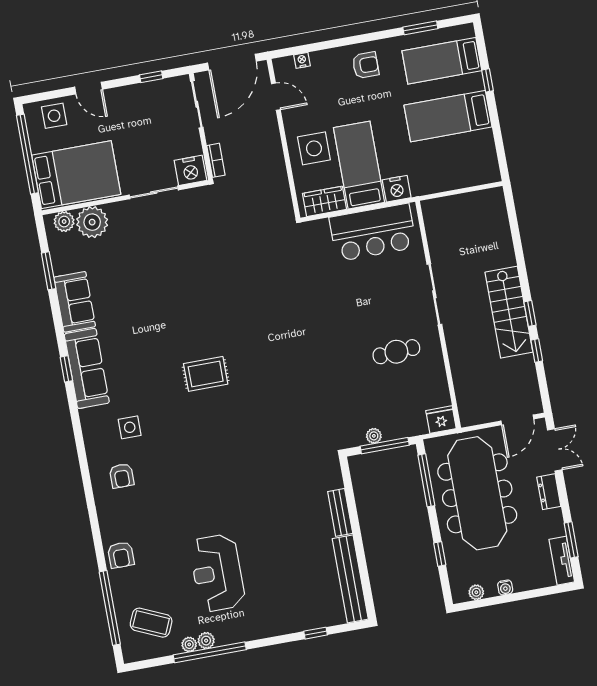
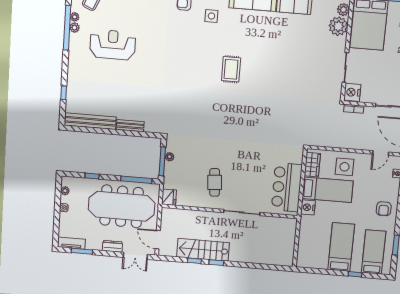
stairs: (509, 312) -> (203, 250), moved

